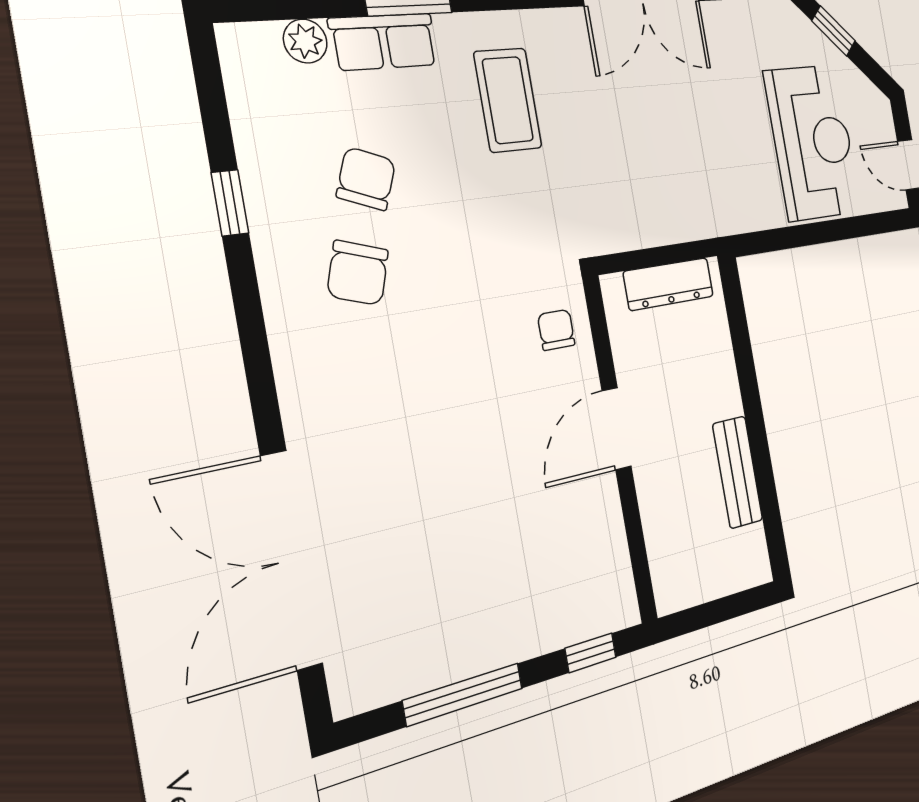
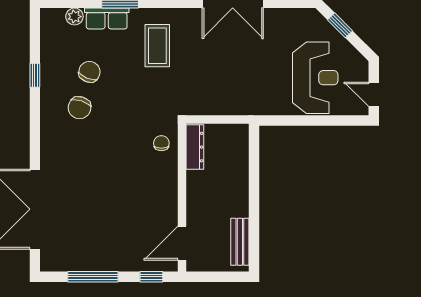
dresser: (669, 284) -> (195, 147), moved, turned -90
door: (617, 429) -> (182, 243), moved
bench: (738, 472) -> (240, 242), moved

